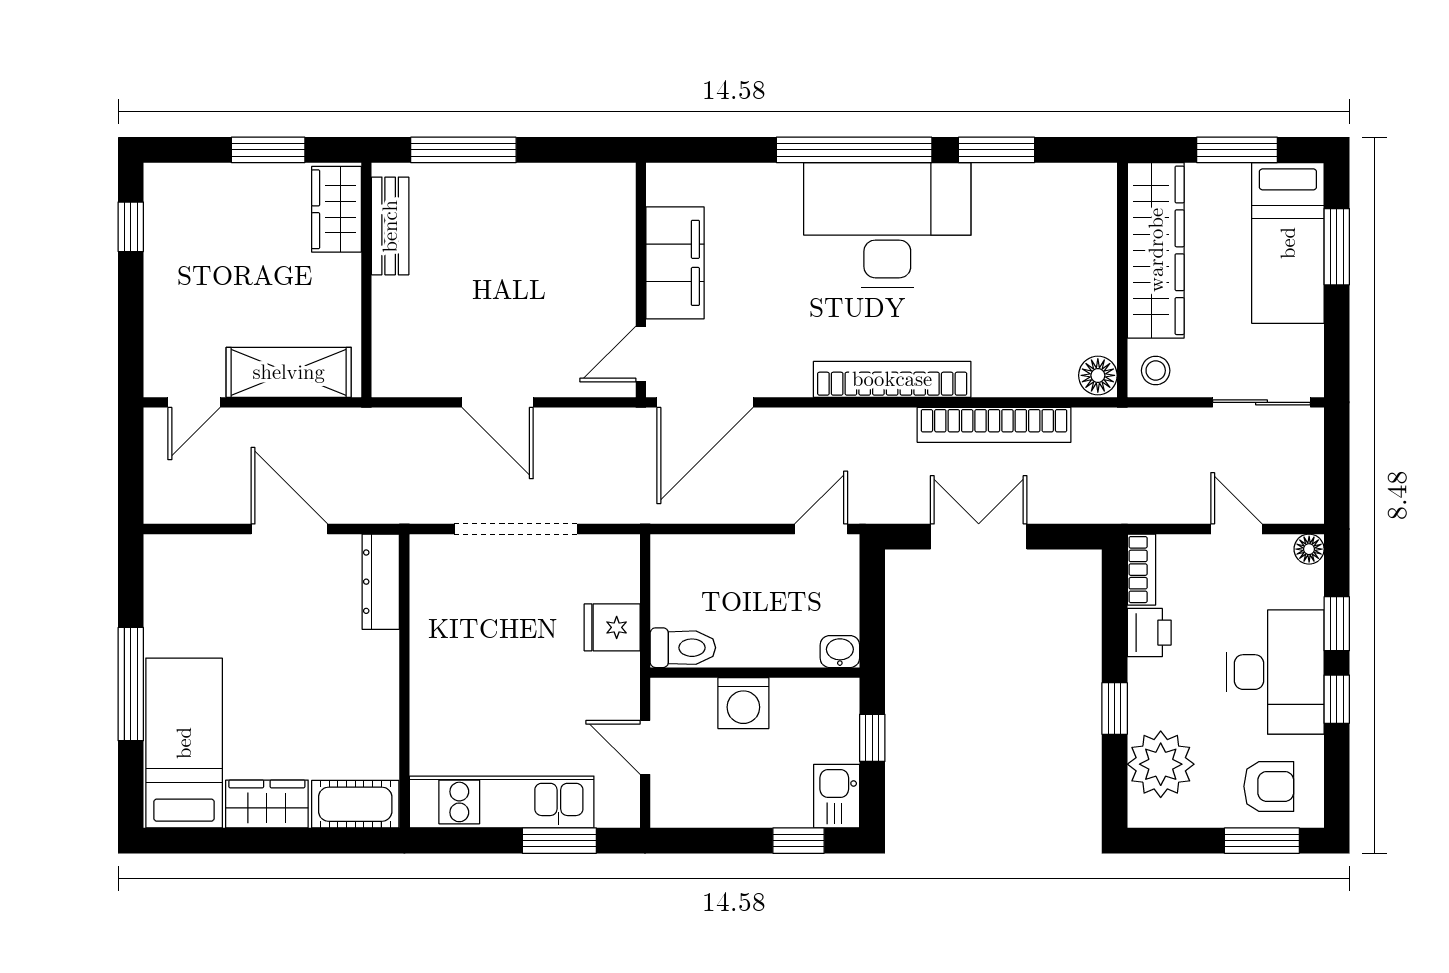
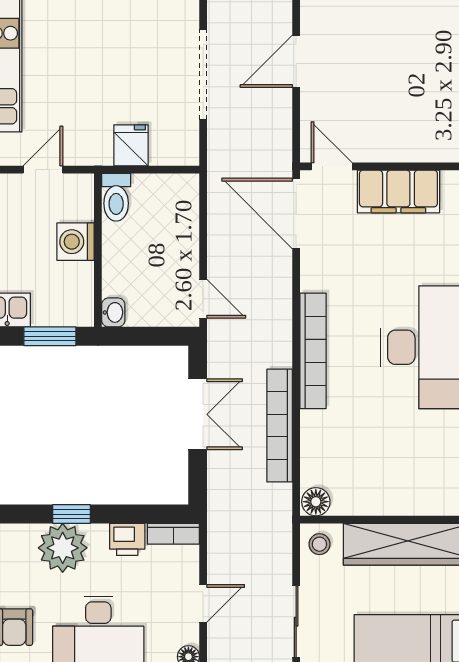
window: (872, 738) -> (50, 336), width x1.50
plant: (1161, 764) -> (63, 548), moved

